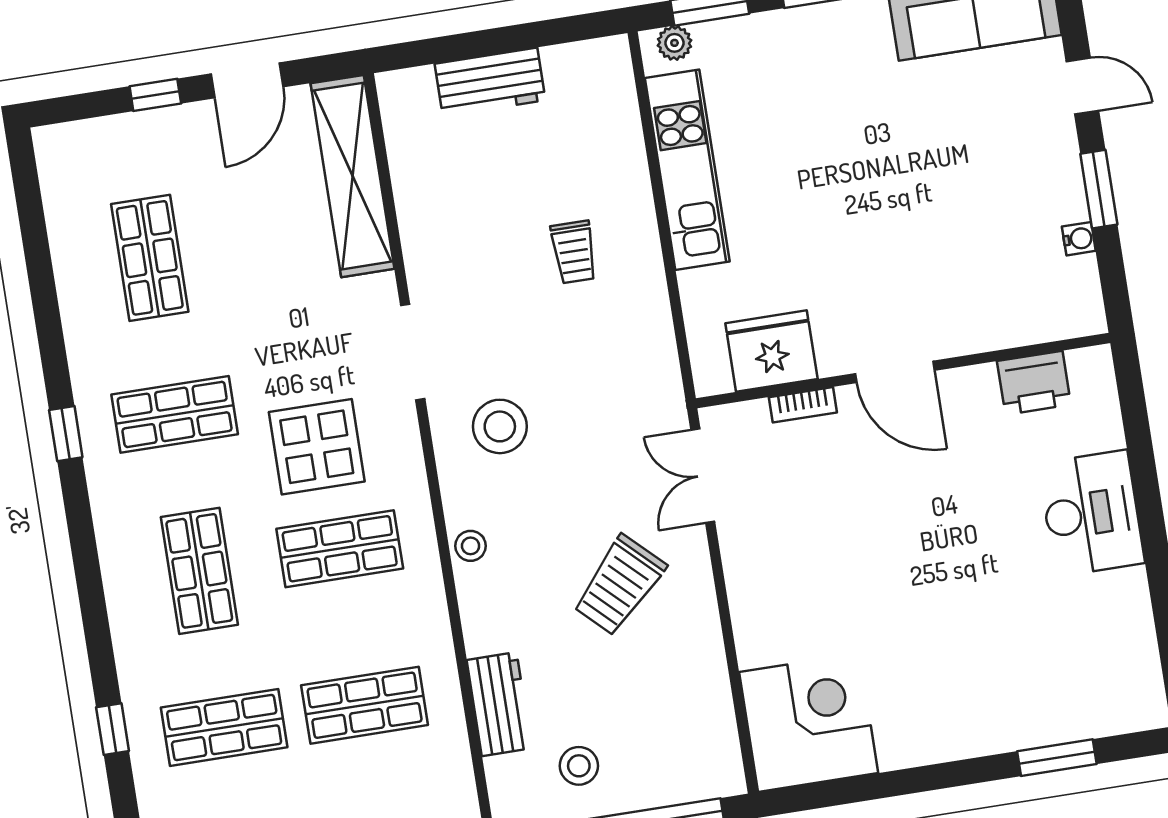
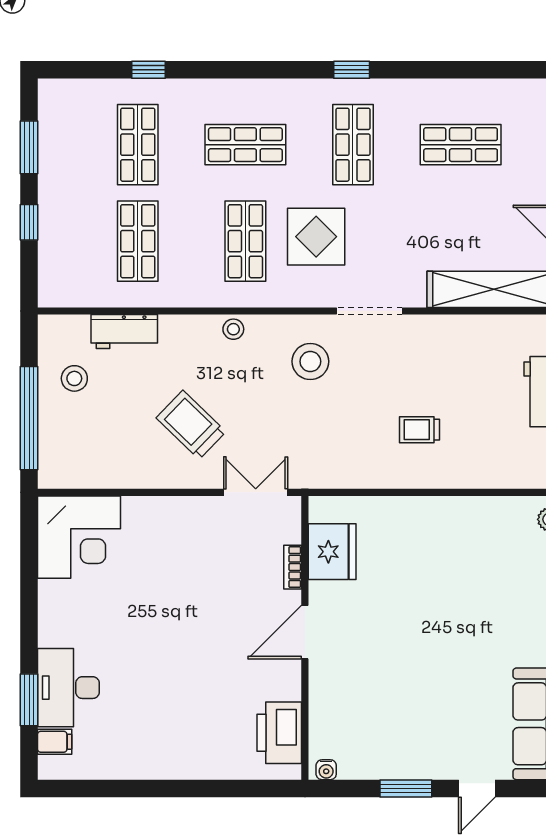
kitchen unit: (687, 170) -> (463, 514), removed
water cooler: (1079, 239) -> (326, 770), moved
printer: (1034, 383) -> (279, 733), width x1.37, depth x1.19
desk: (1091, 513) -> (68, 688), moved, turned 90
filing cabinet: (1112, 711) -> (55, 742), added

